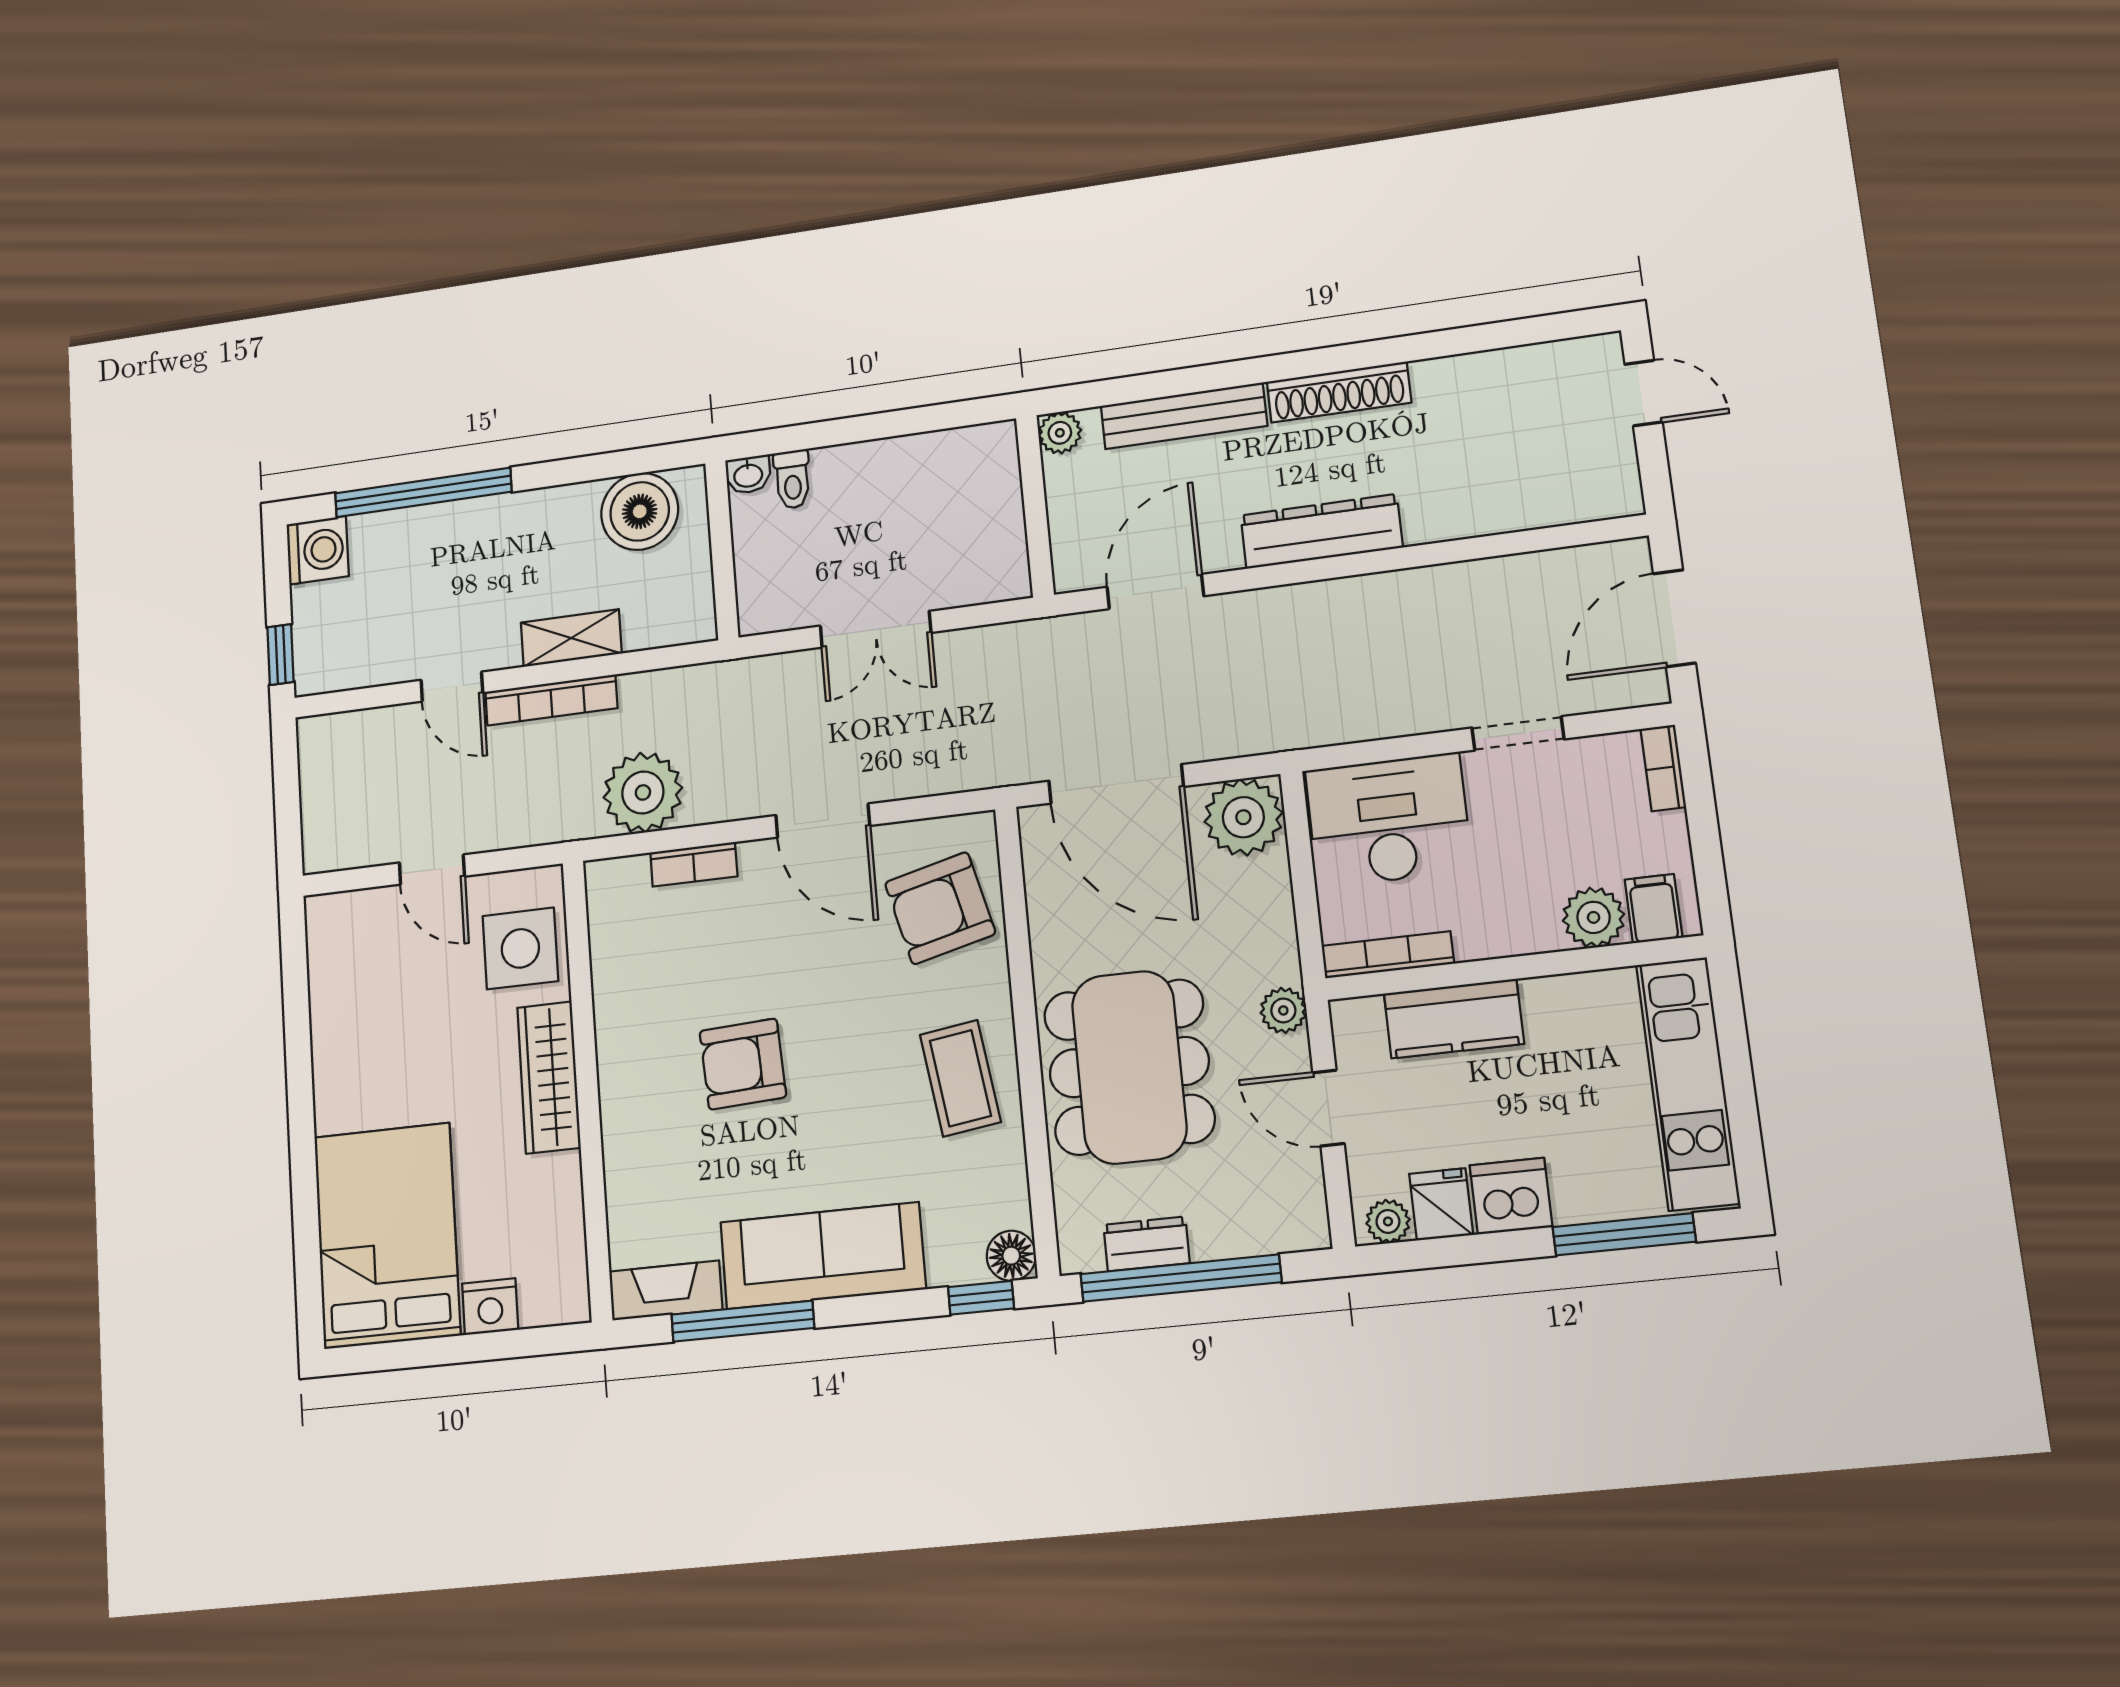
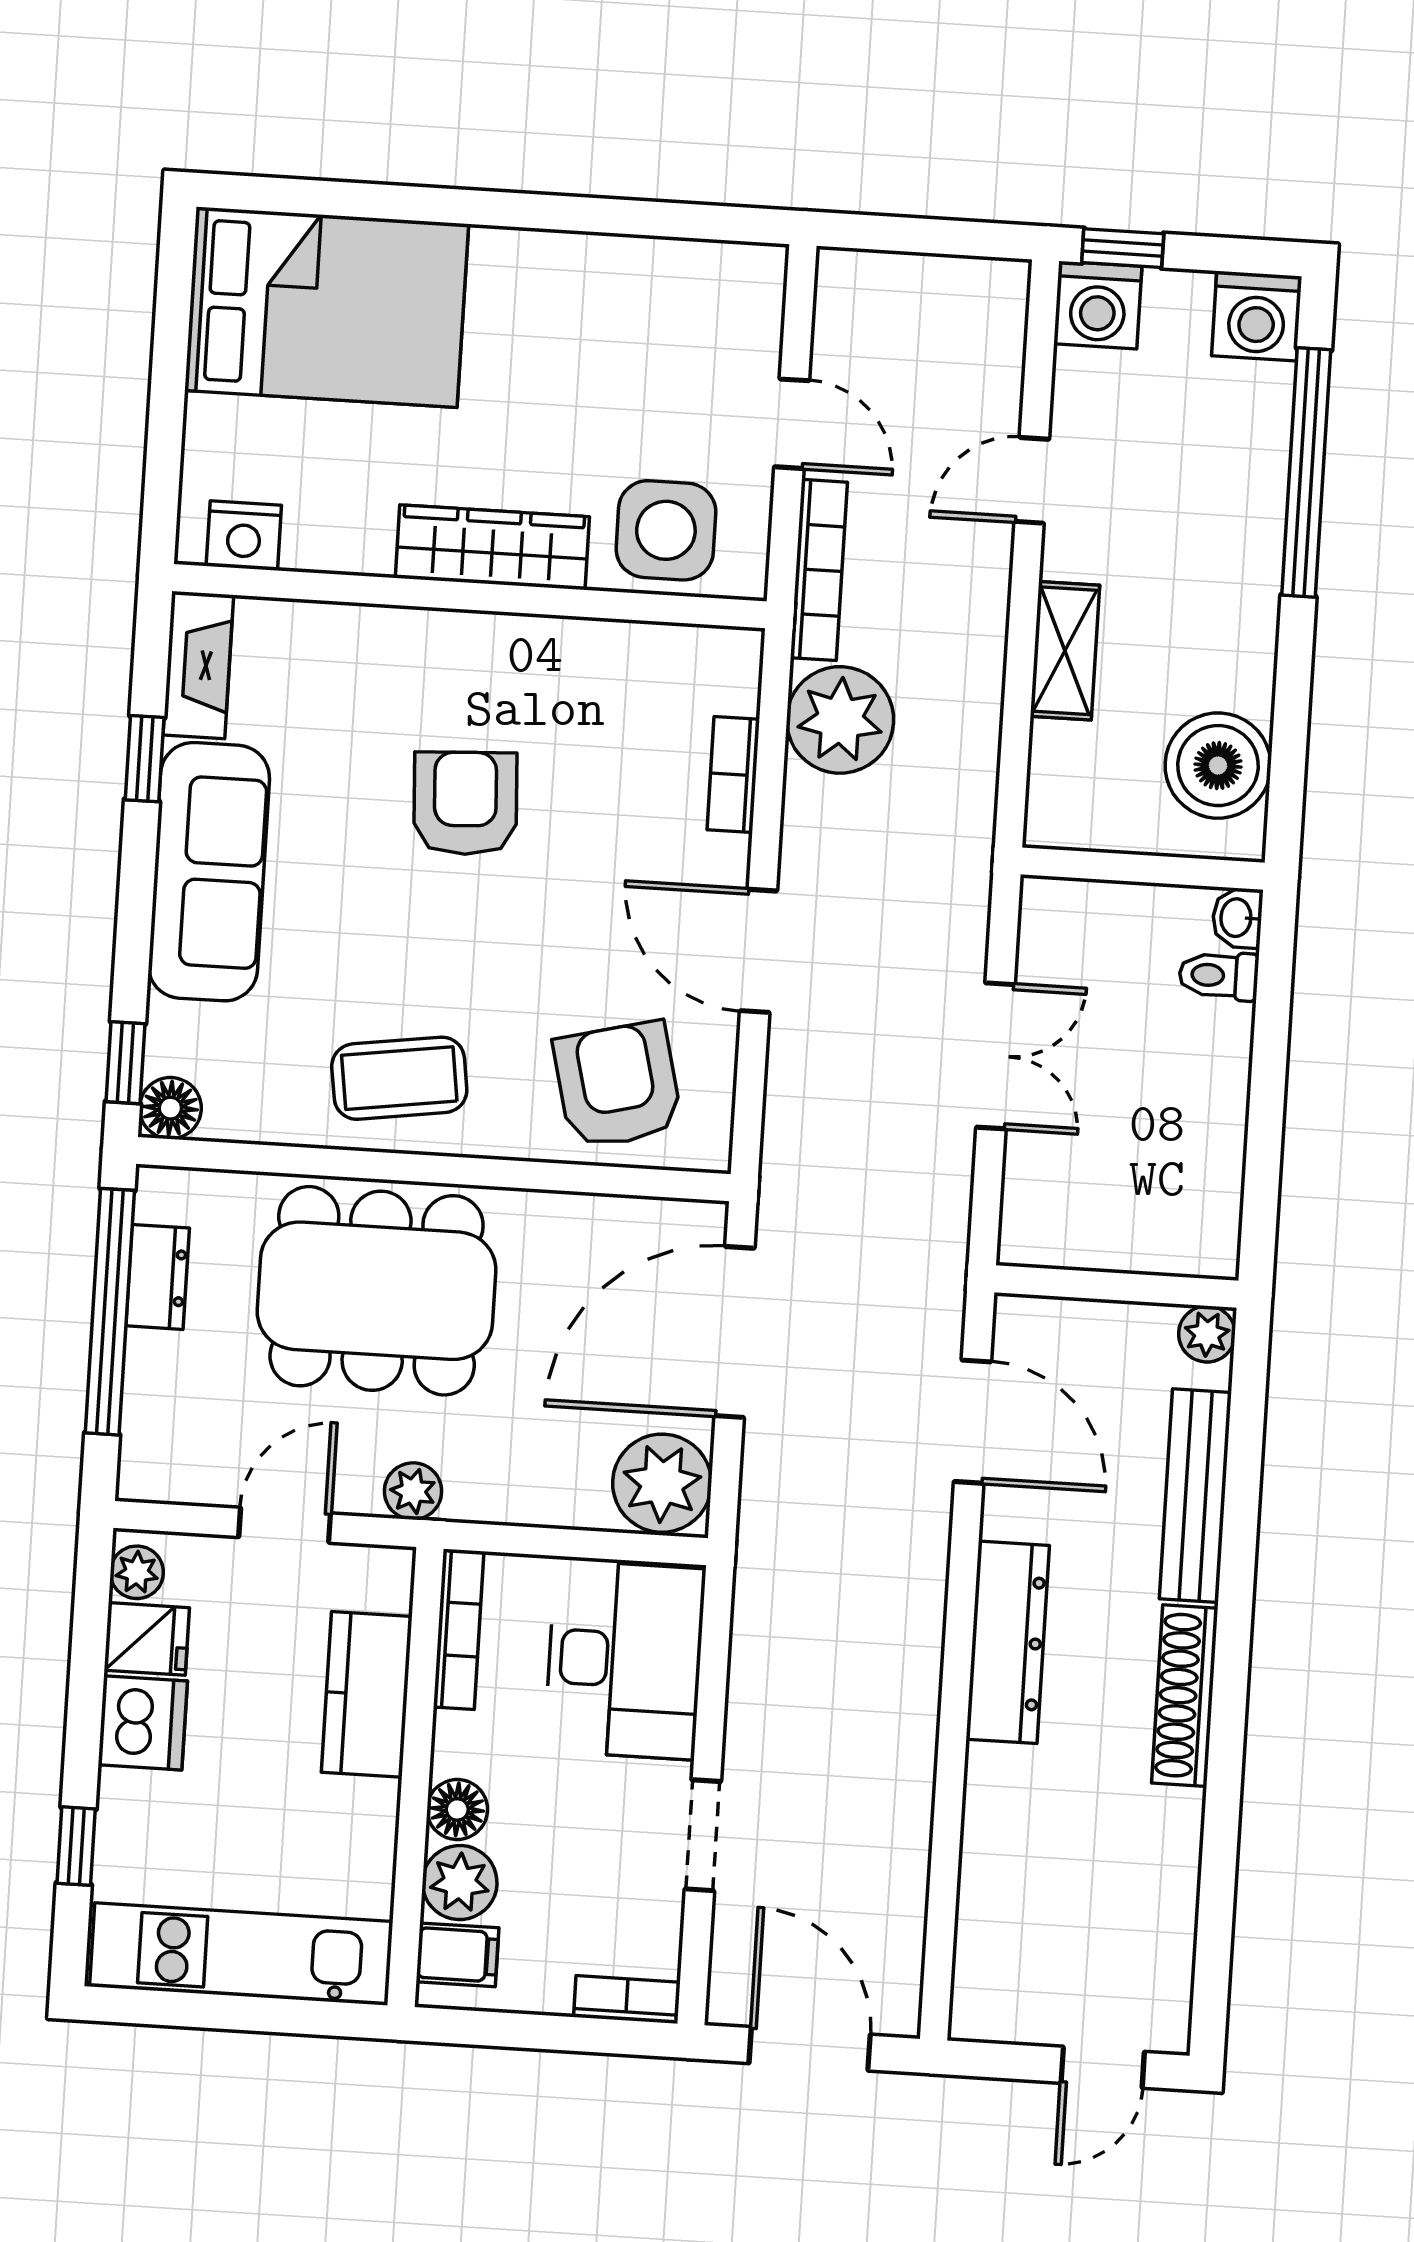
double door: (876, 629) -> (995, 1056), swing flipped
washing machine: (322, 664) -> (1098, 305), added
bookcase: (551, 700) -> (819, 570), moved, turned 180
door: (823, 821) -> (758, 951), hinge flipped
door: (432, 870) -> (792, 424), swing flipped
floor lamp: (1534, 930) -> (457, 1809), added
window: (1624, 1234) -> (76, 1846), width x0.46
nightstand: (490, 1307) -> (244, 536), moved, turned -90
window: (743, 1321) -> (145, 759), width x0.46

